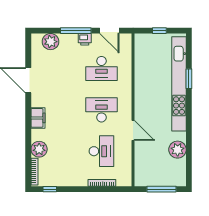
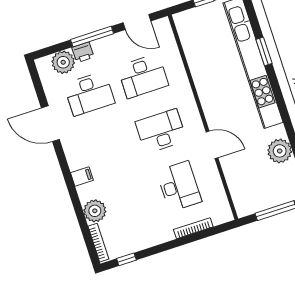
printer: (85, 39) -> (83, 52), moved
desk: (61, 69) -> (89, 93), added
filing cabinet: (38, 118) -> (82, 177), width x0.50

